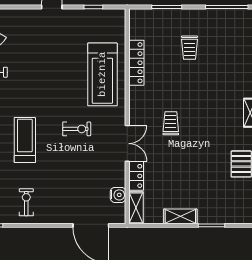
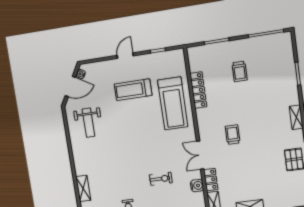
exercise bike: (77, 129) -> (161, 179), moved
treadmill: (25, 140) -> (133, 90), moved, turned -90
double door: (127, 143) -> (200, 155), swing flipped
water cooler: (118, 195) -> (197, 186), moved

